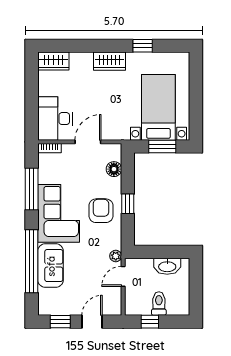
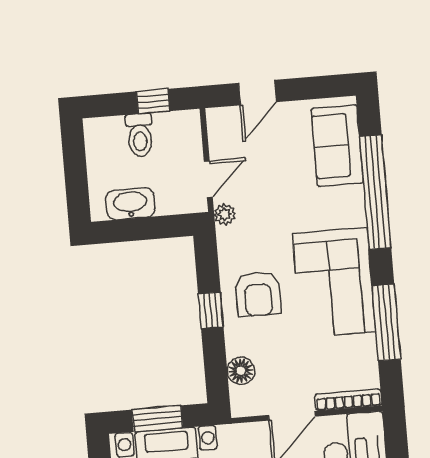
bookcase: (50, 148) -> (348, 400), width x1.56
sofa: (51, 266) -> (337, 146), moved
window: (60, 322) -> (315, 88), removed

